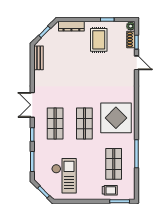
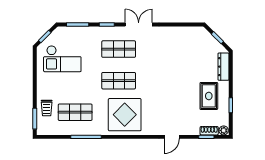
rug: (99, 40) -> (209, 96), turned 90
bench: (39, 58) -> (189, 31), removed
door: (137, 63) -> (172, 137), moved

